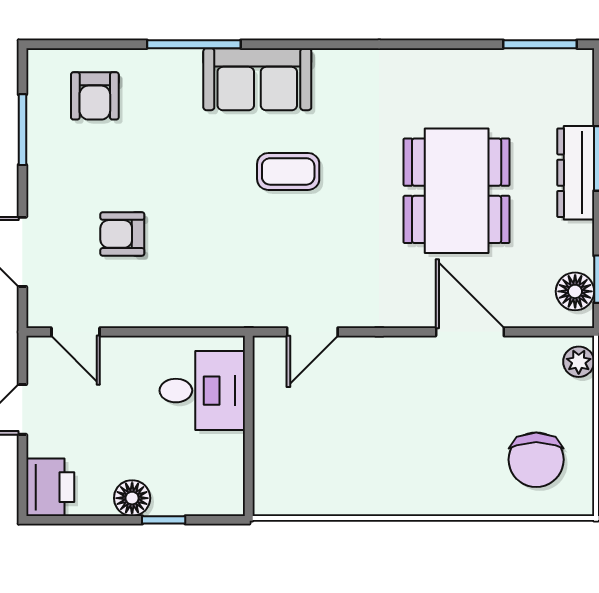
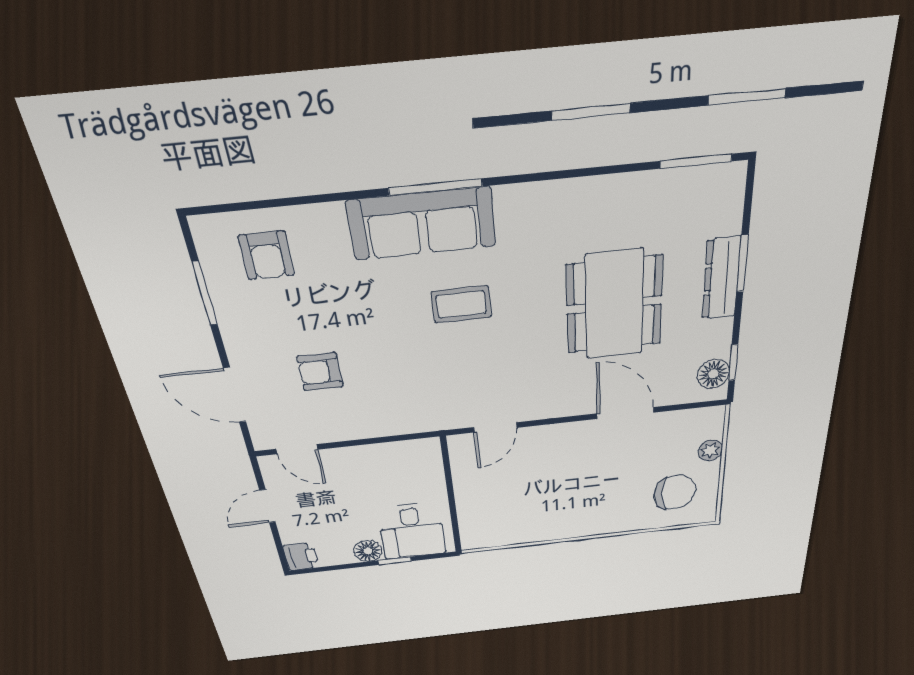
window: (194, 44) -> (436, 187), moved
sofa: (257, 79) -> (422, 223), width x1.36
plant: (579, 362) -> (710, 450), moved
desk: (202, 391) -> (412, 531), moved, turned 90
chair: (536, 460) -> (675, 492), turned -90
printer: (50, 487) -> (301, 557), width x0.73, depth x0.81

